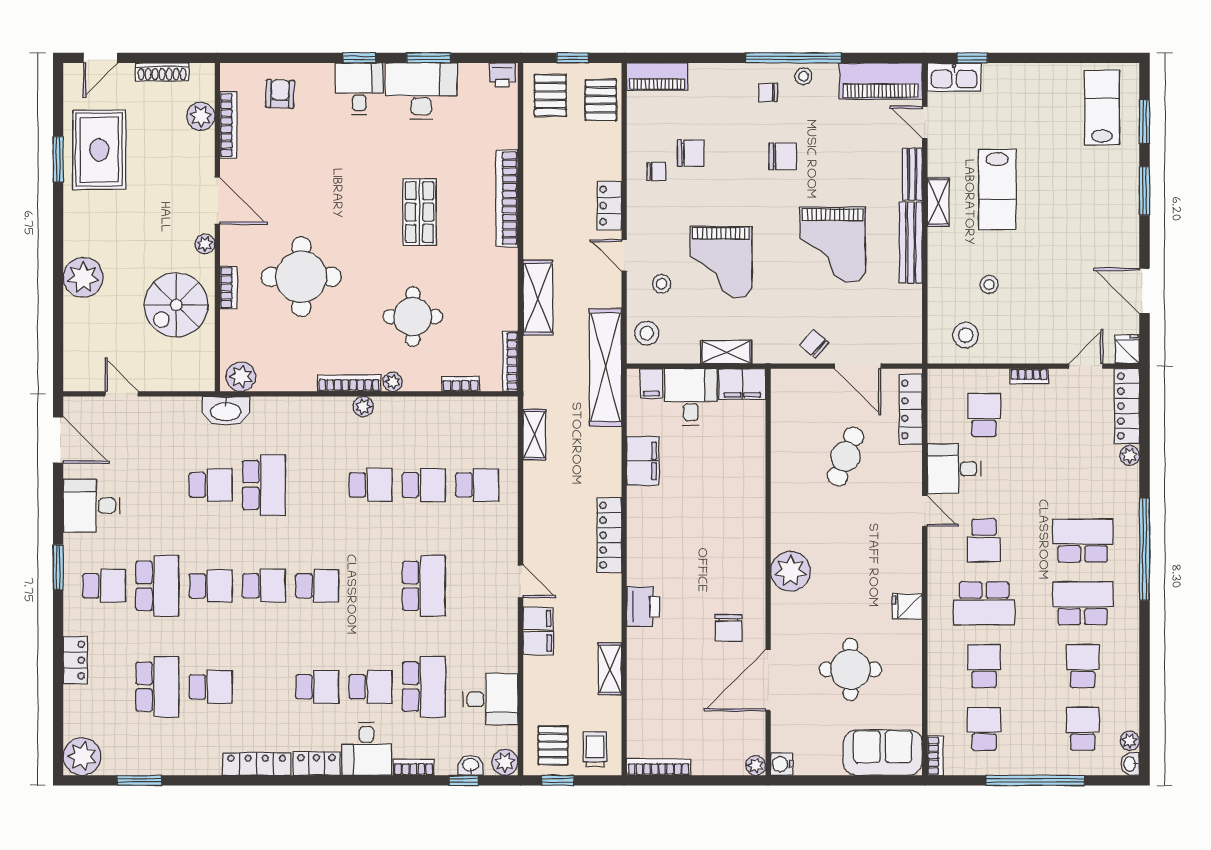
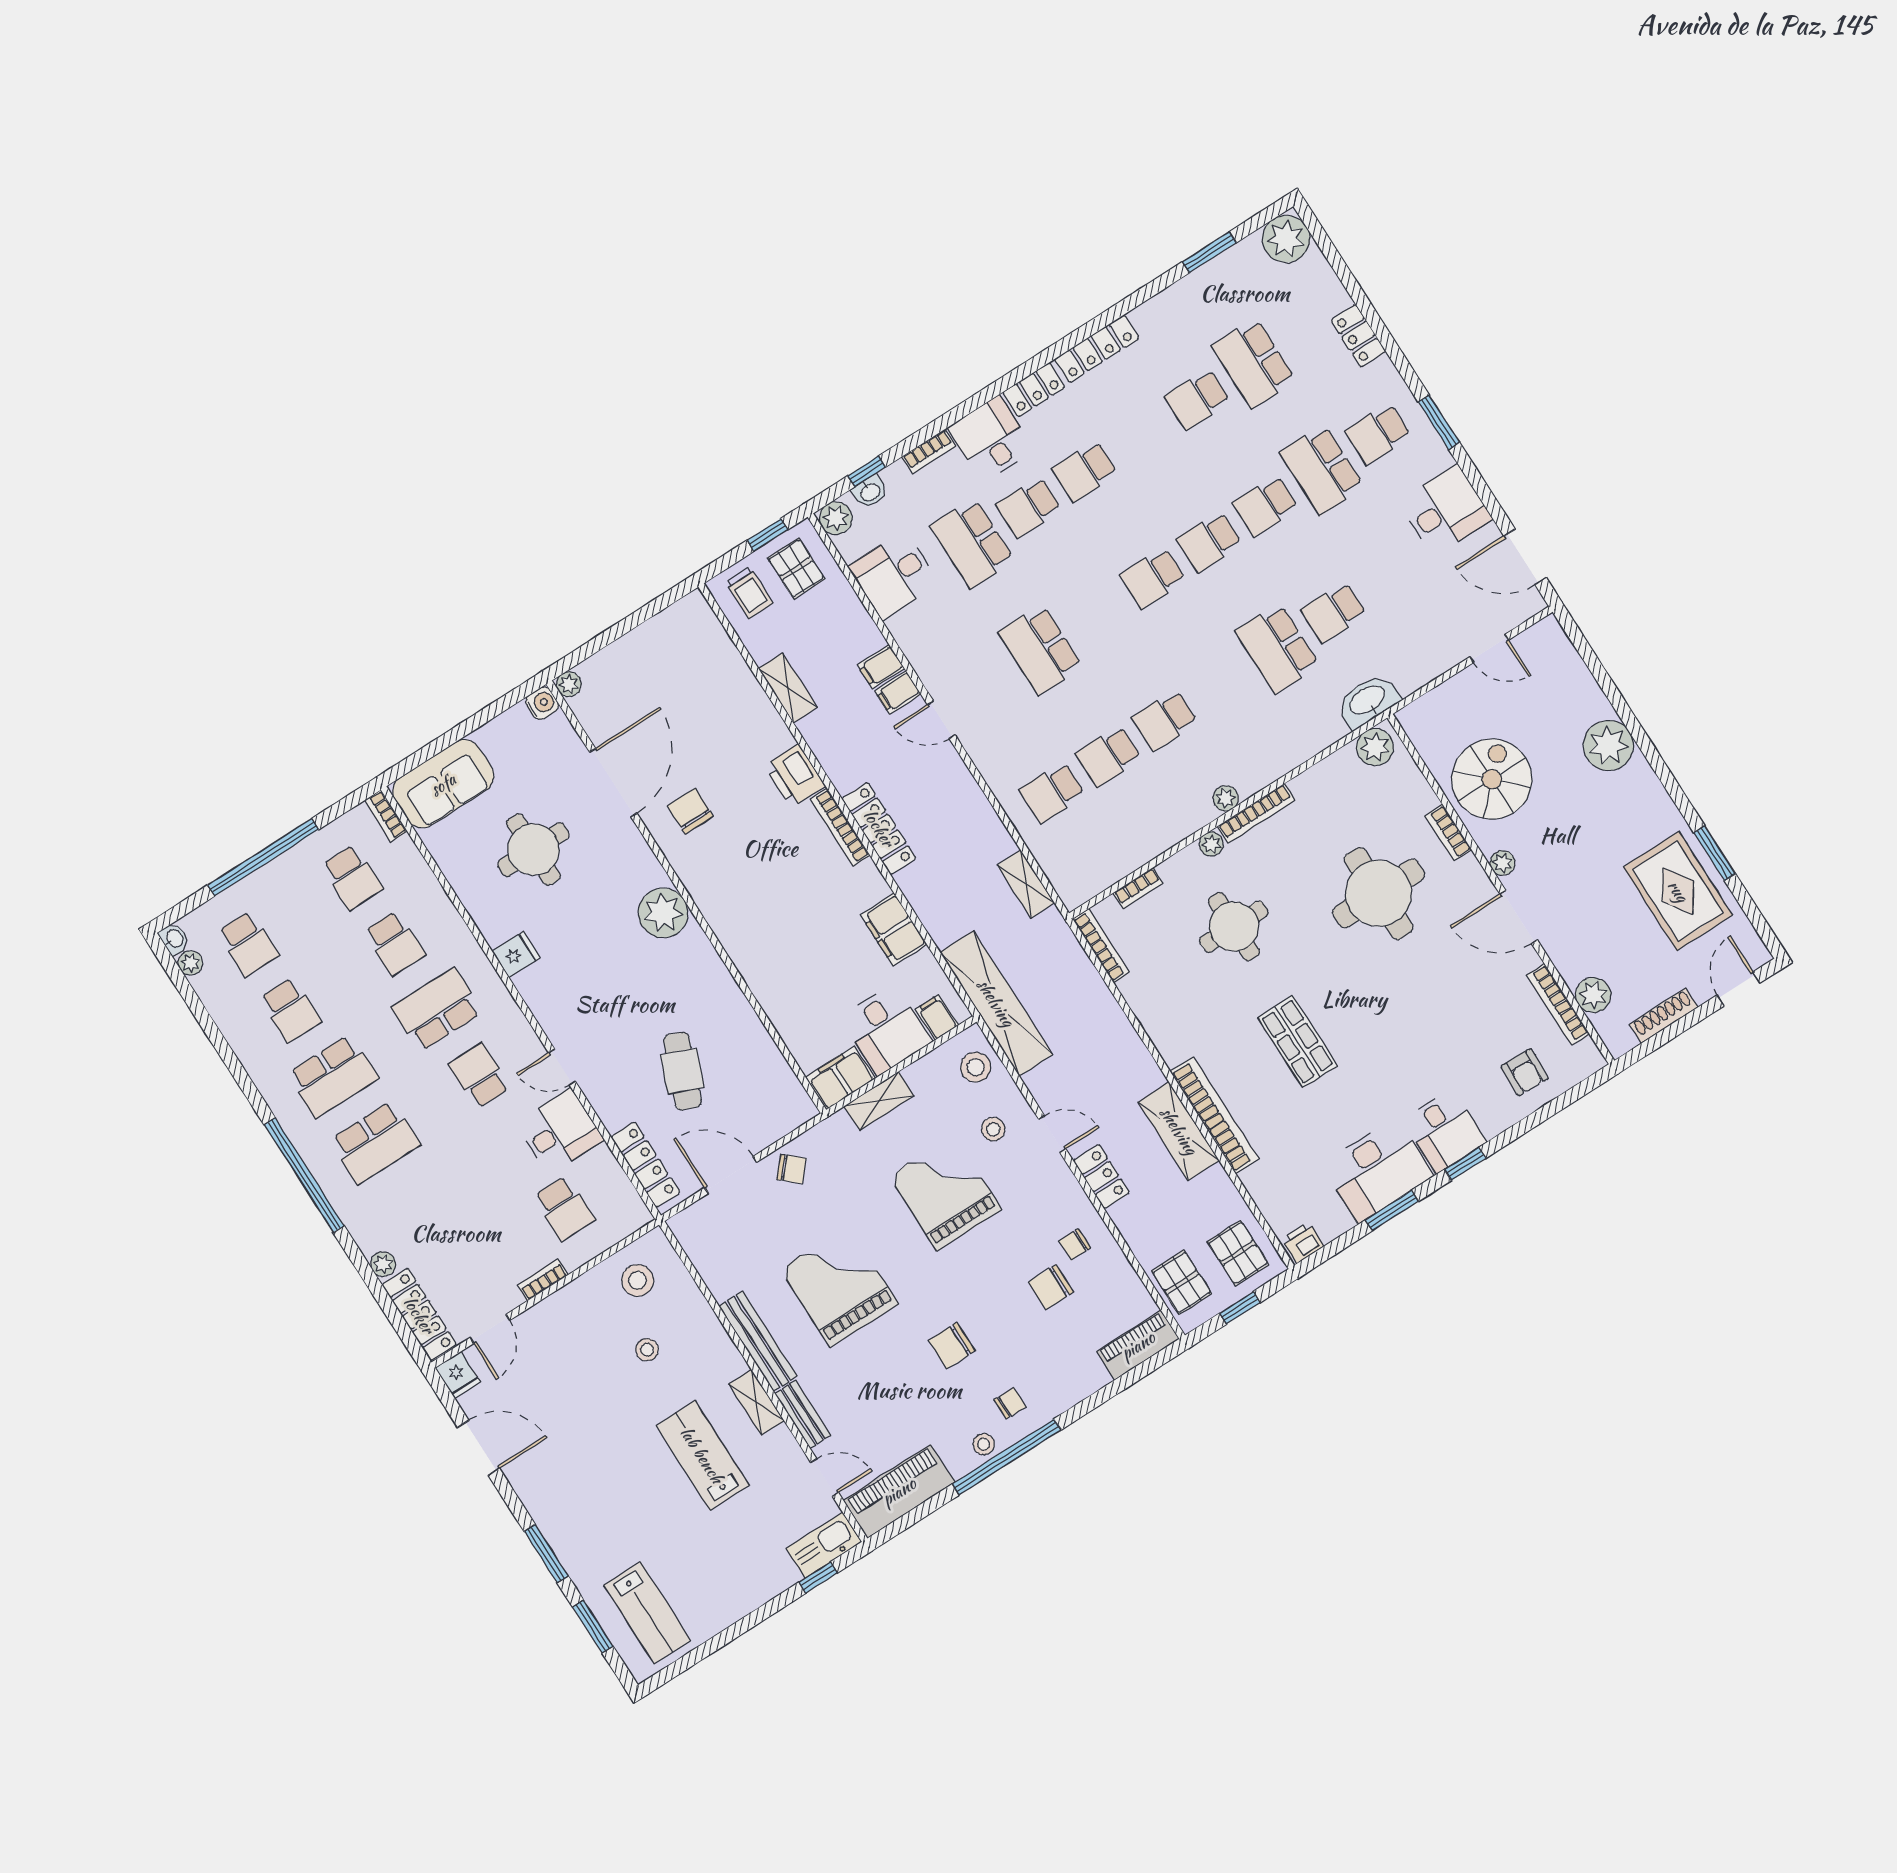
shelving: (538, 298) -> (1179, 1131), moved
bookcase: (659, 767) -> (840, 827), moved, turned 90

